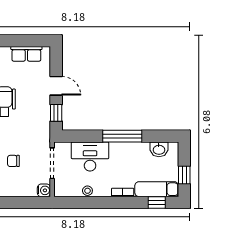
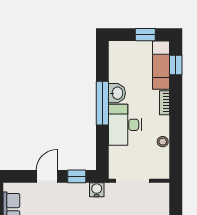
washbasin: (159, 149) -> (117, 93), moved
desk: (90, 157) -> (125, 125), moved
water cooler: (44, 190) -> (97, 190), moved

